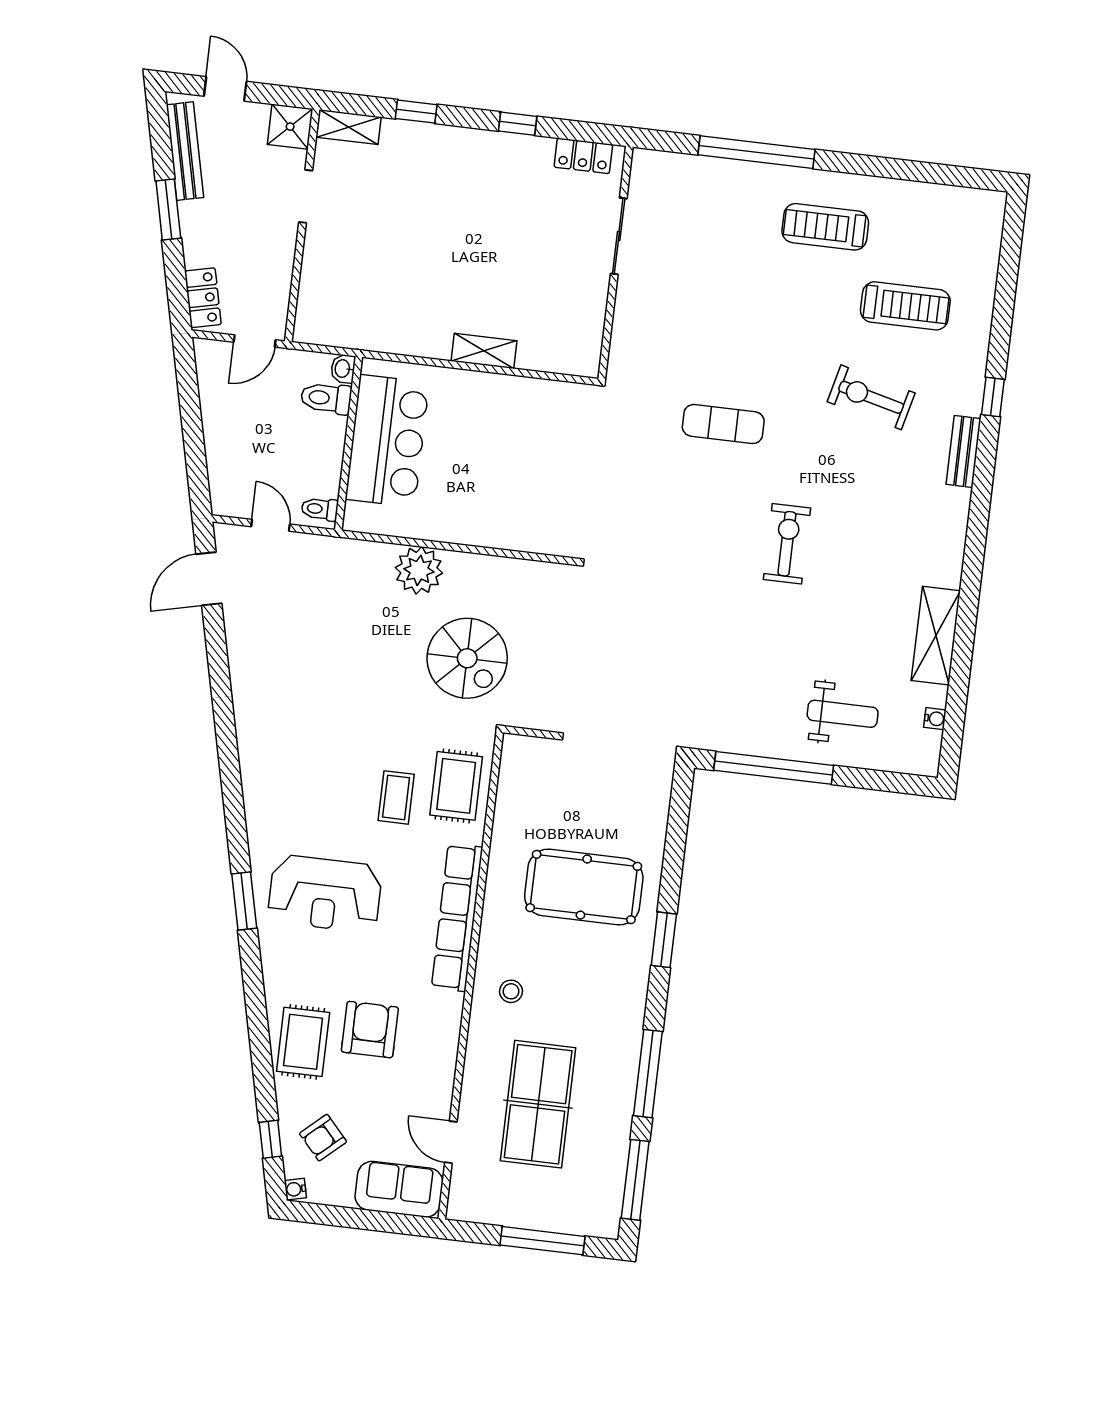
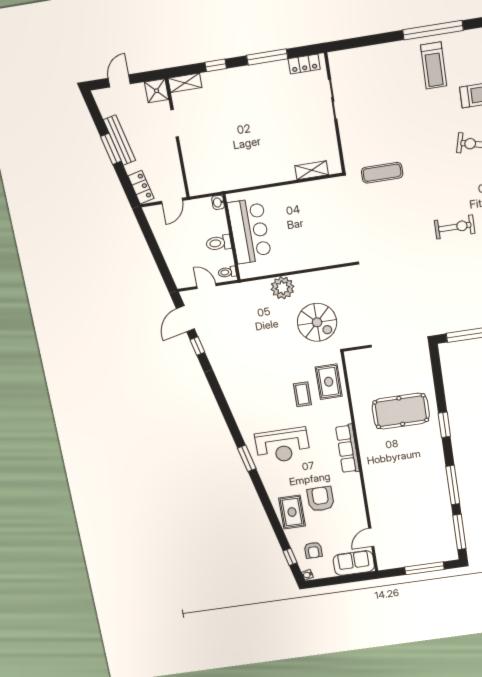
door: (225, 89) -> (119, 81), hinge flipped
window: (518, 124) -> (267, 57), width x2.17
bench: (185, 151) -> (119, 140), moved
window: (757, 152) -> (433, 30), moved
treadmill: (825, 227) -> (434, 65), turned -90
shelving: (484, 351) -> (312, 170), moved
toilet: (326, 398) -> (219, 243), moved
exercise mat: (723, 424) -> (382, 173), moved
exercise bike: (787, 544) -> (455, 227), turned 90
window: (216, 640) -> (197, 346), added
row of seats: (457, 918) -> (347, 449), width x0.73
stool: (511, 991) -> (380, 466), removed
table tennis table: (538, 1104) -> (406, 511), removed
armchair: (323, 1138) -> (313, 550), turned -48
door: (451, 1142) -> (371, 537), hinge flipped

